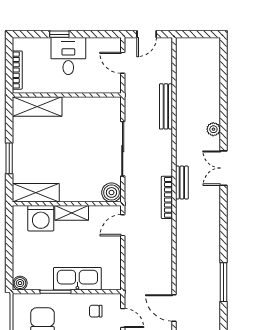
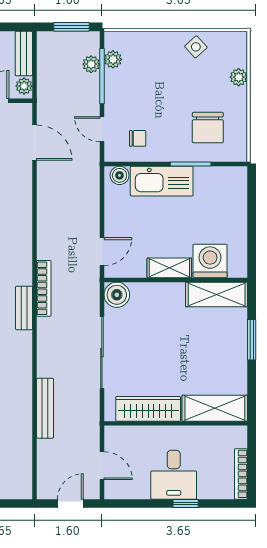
bookcase: (17, 70) -> (241, 474), moved
wardrobe: (88, 106) -> (148, 409), added
boiler: (20, 283) -> (120, 175), moved

